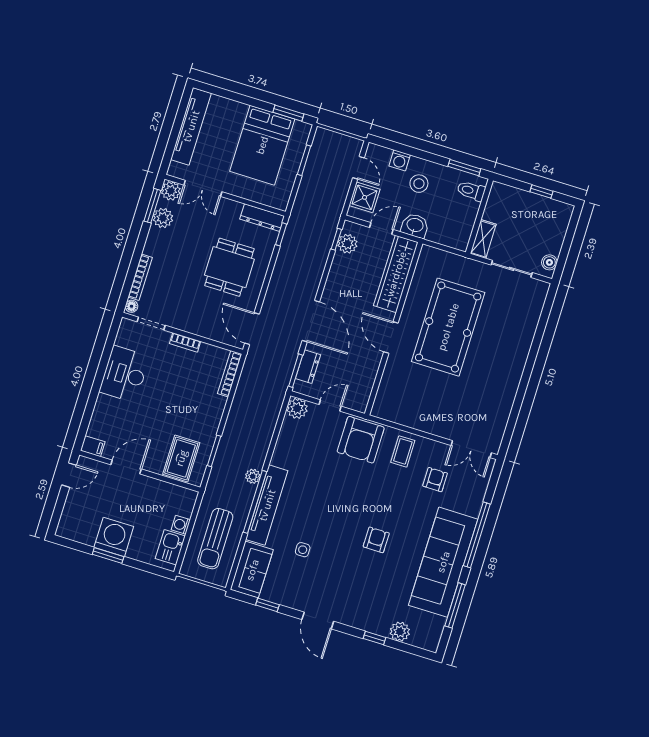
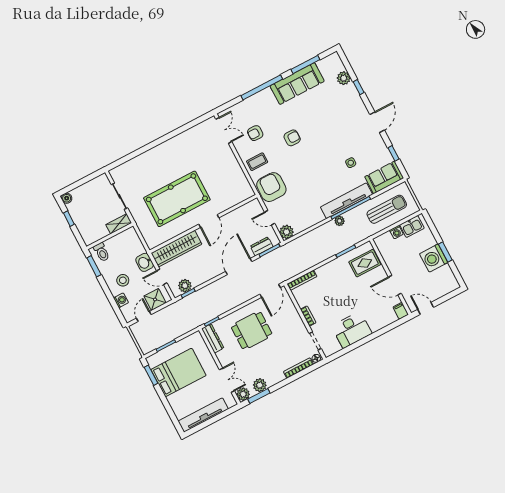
boiler: (549, 262) -> (67, 198), moved
armchair: (361, 440) -> (271, 187), turned -90
armchair: (376, 540) -> (292, 138), moved, turned 180
sofa: (443, 562) -> (297, 84), width x0.74, depth x0.79

